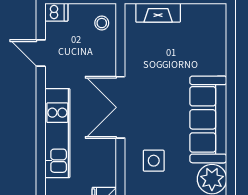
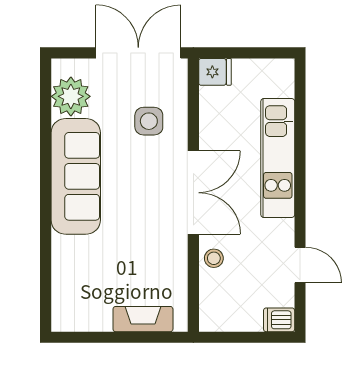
stool: (102, 23) -> (214, 258), moved

